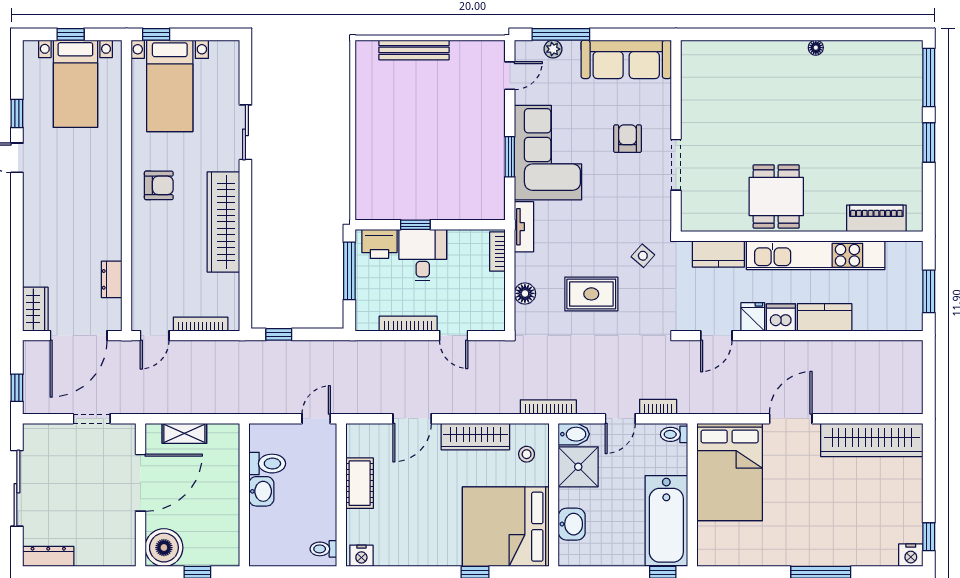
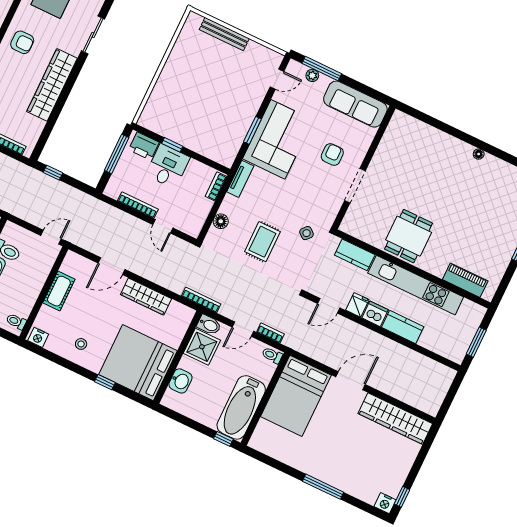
rug: (591, 294) -> (262, 242), turned 90
stool: (527, 454) -> (81, 344), moved

